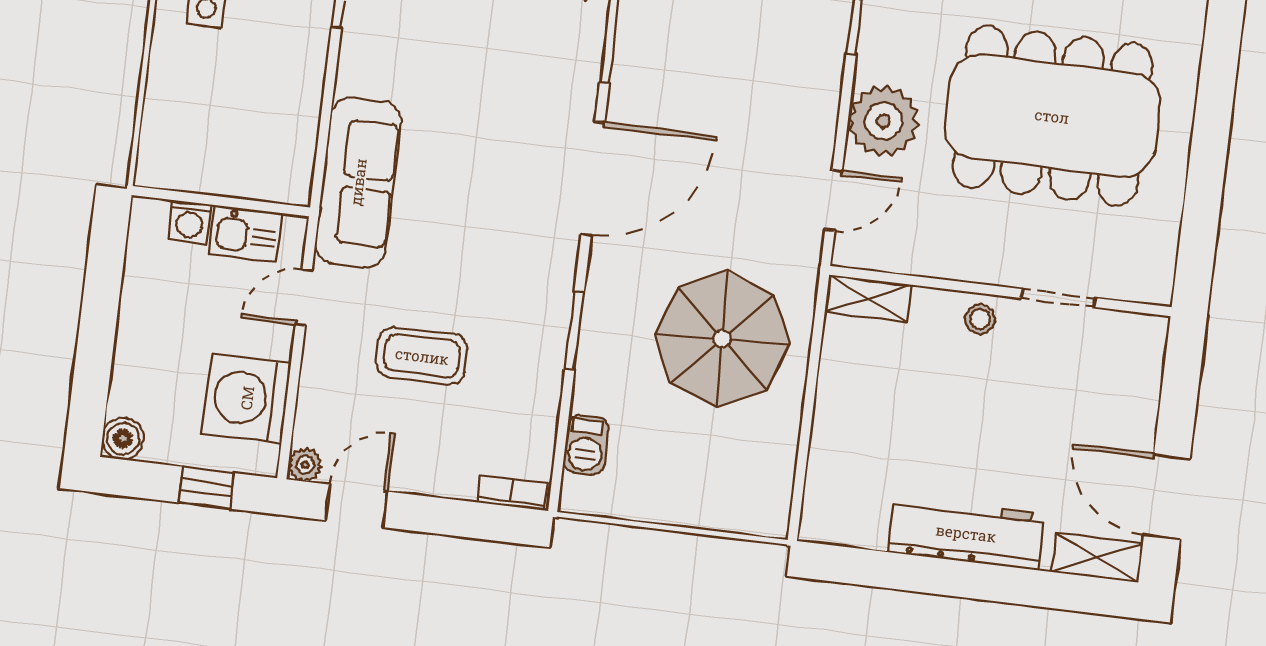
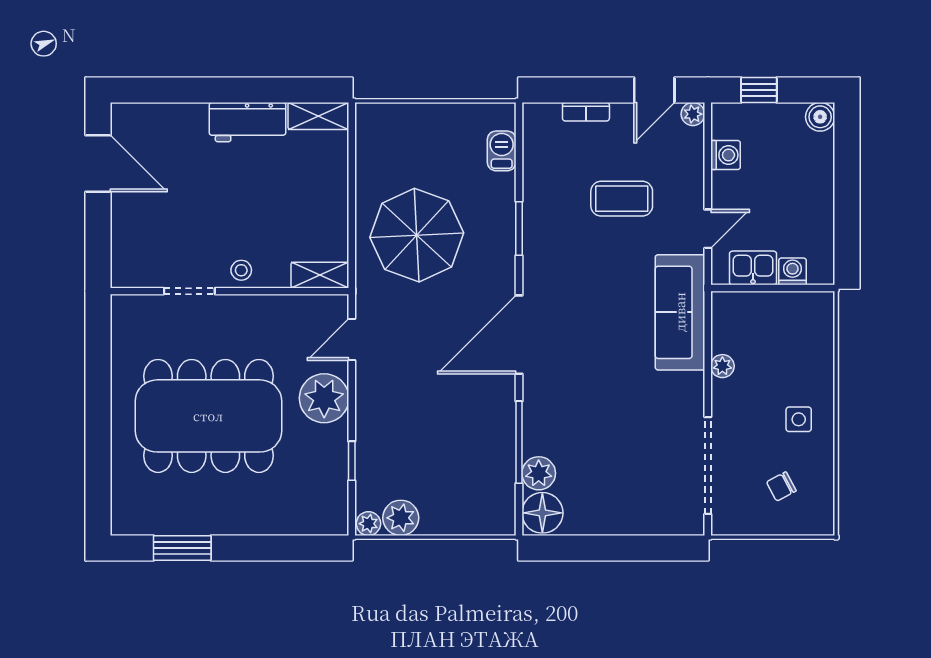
plant: (306, 98) -> (722, 366), added
washing machine: (247, 398) -> (725, 155), width x0.53, depth x0.53
bookcase: (512, 493) -> (586, 112), moved
workbench: (966, 533) -> (247, 122), width x0.73
shelving: (1097, 558) -> (318, 116), moved

